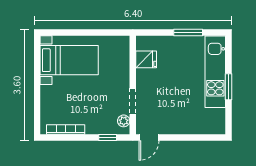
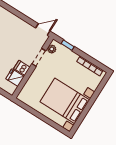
bed with nightstands: (69, 60) -> (65, 101), width x1.36
dishwasher: (145, 76) -> (22, 68), added

